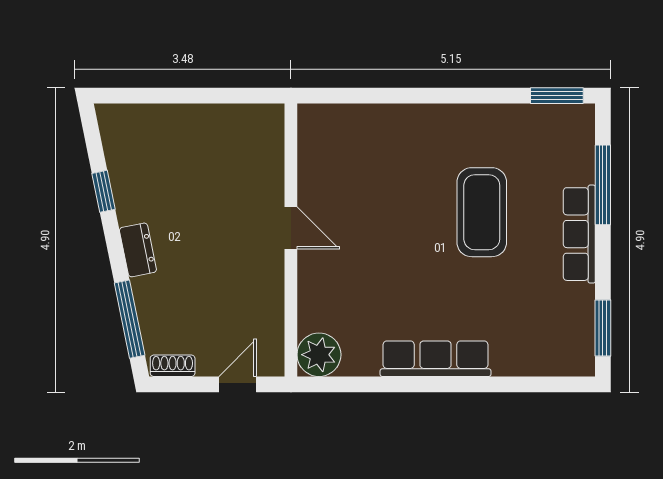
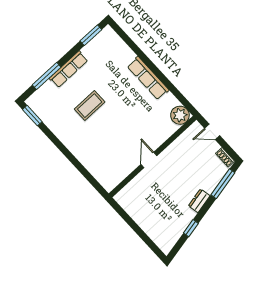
coffee table: (482, 212) -> (90, 106), width x0.73, depth x0.76

